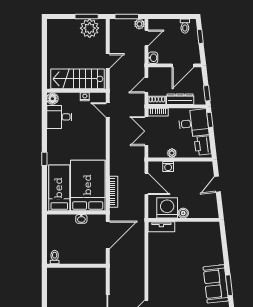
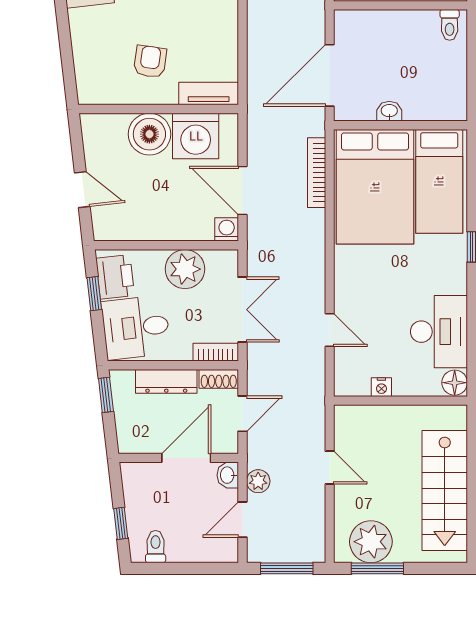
plant: (139, 24) -> (258, 481), moved
door: (108, 61) -> (330, 468), swing flipped
door: (183, 65) -> (186, 458), moved
stairs: (78, 79) -> (445, 490), moved, turned 90
door: (108, 110) -> (330, 330), moved
desk: (59, 117) -> (439, 332), width x1.37
window: (210, 120) -> (94, 294), moved
plant: (172, 153) -> (185, 269), width x1.88, depth x1.88
washing machine: (168, 167) -> (227, 229), moved
door: (217, 184) -> (82, 190), hinge flipped
boiler: (183, 213) -> (149, 134), width x1.86, depth x1.86
armchair: (187, 241) -> (150, 62), added

